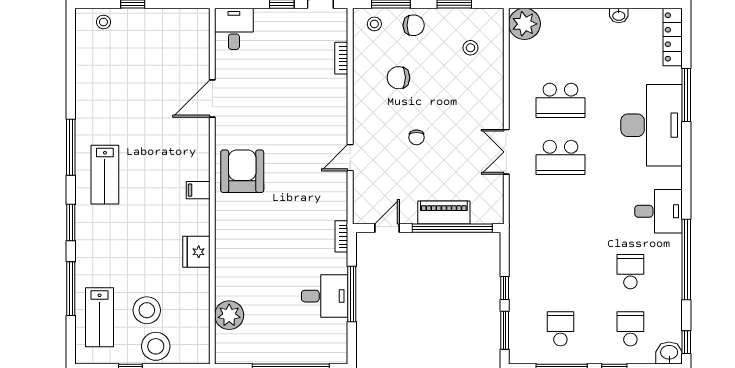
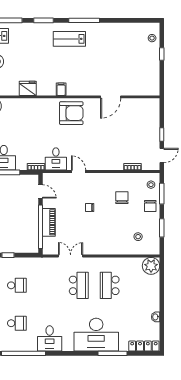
desk: (234, 29) -> (56, 159), moved, turned 90
door: (212, 98) -> (111, 97), swing flipped
double door: (506, 152) -> (71, 256), moved
school desk: (560, 157) -> (79, 285), turned 180
school desk: (560, 272) -> (17, 285), added

